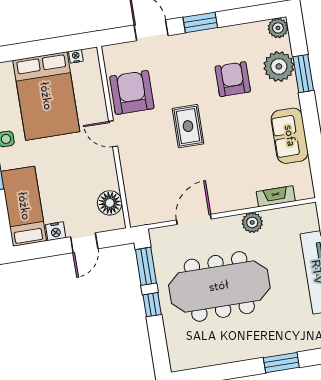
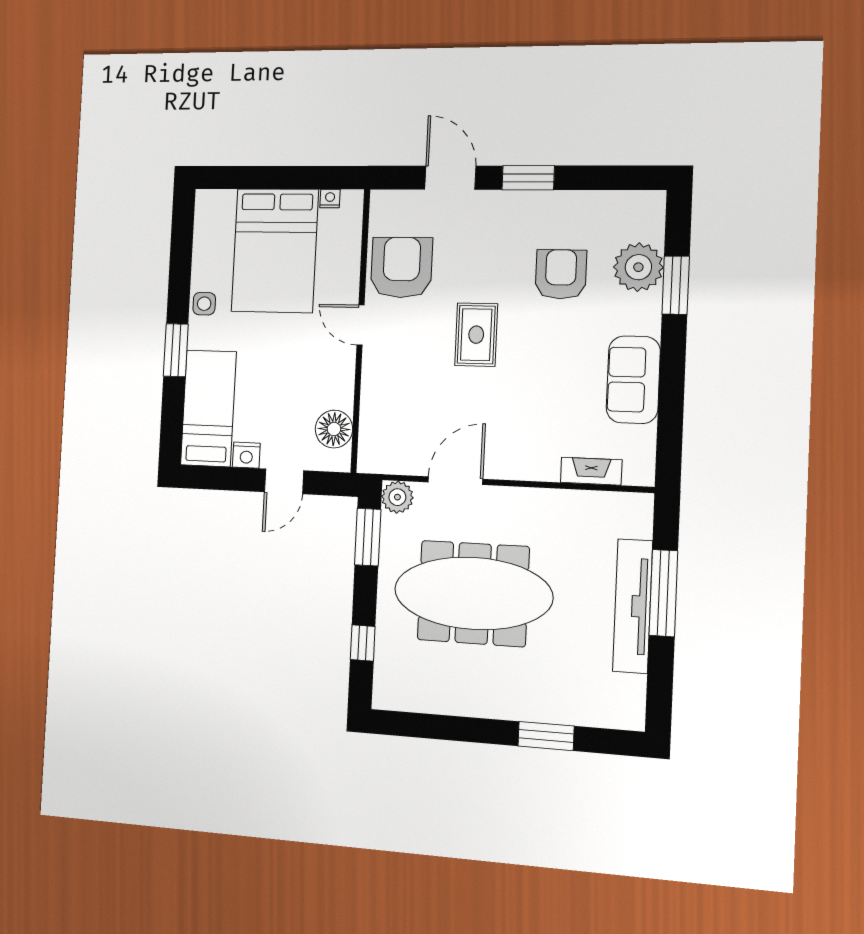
plant: (278, 28) -> (649, 206), removed
plant: (252, 222) -> (397, 497), moved
window: (152, 305) -> (363, 643), moved

